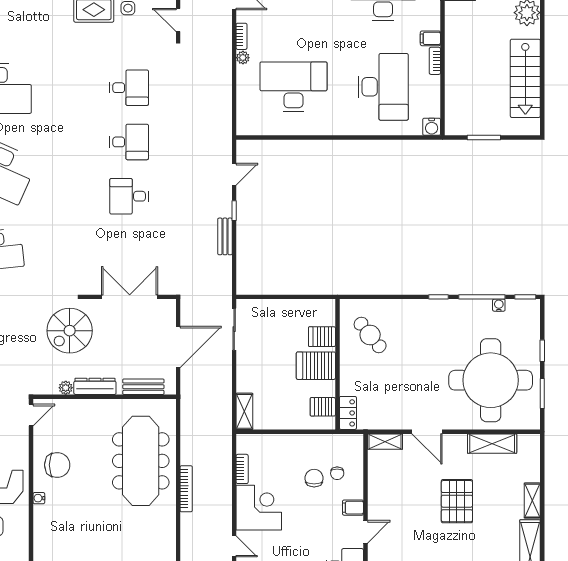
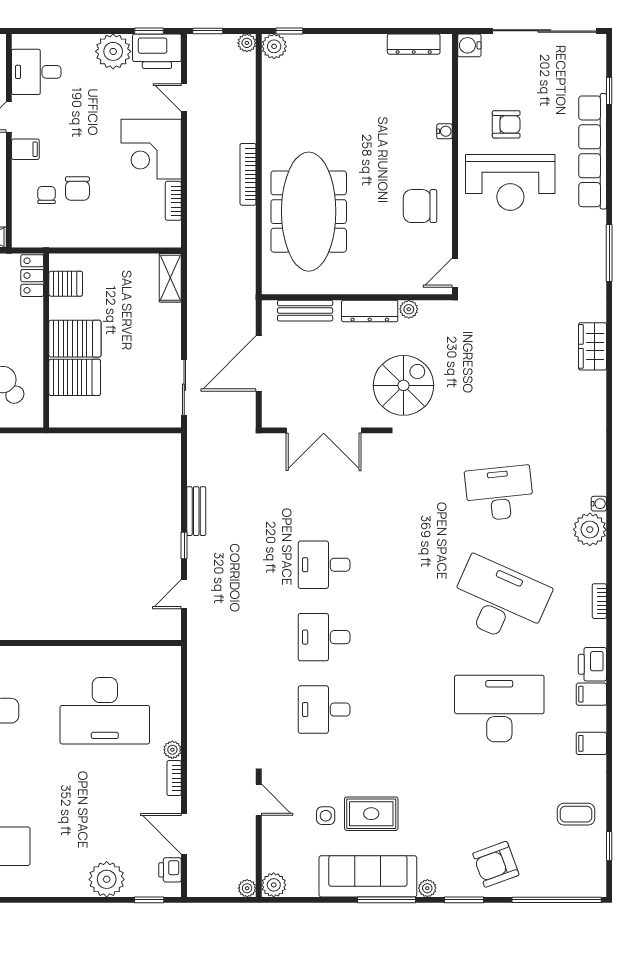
desk: (129, 196) -> (324, 565), turned 180
server rack: (322, 337) -> (75, 377), width x1.36, depth x1.44
water cooler: (39, 498) -> (445, 131), moved

